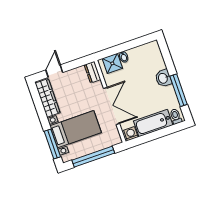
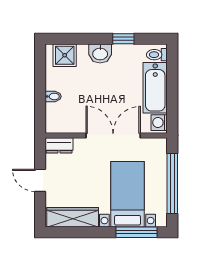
shower: (112, 63) -> (65, 55), moved
door: (54, 71) -> (40, 180), moved
window: (179, 90) -> (123, 39), width x0.46

